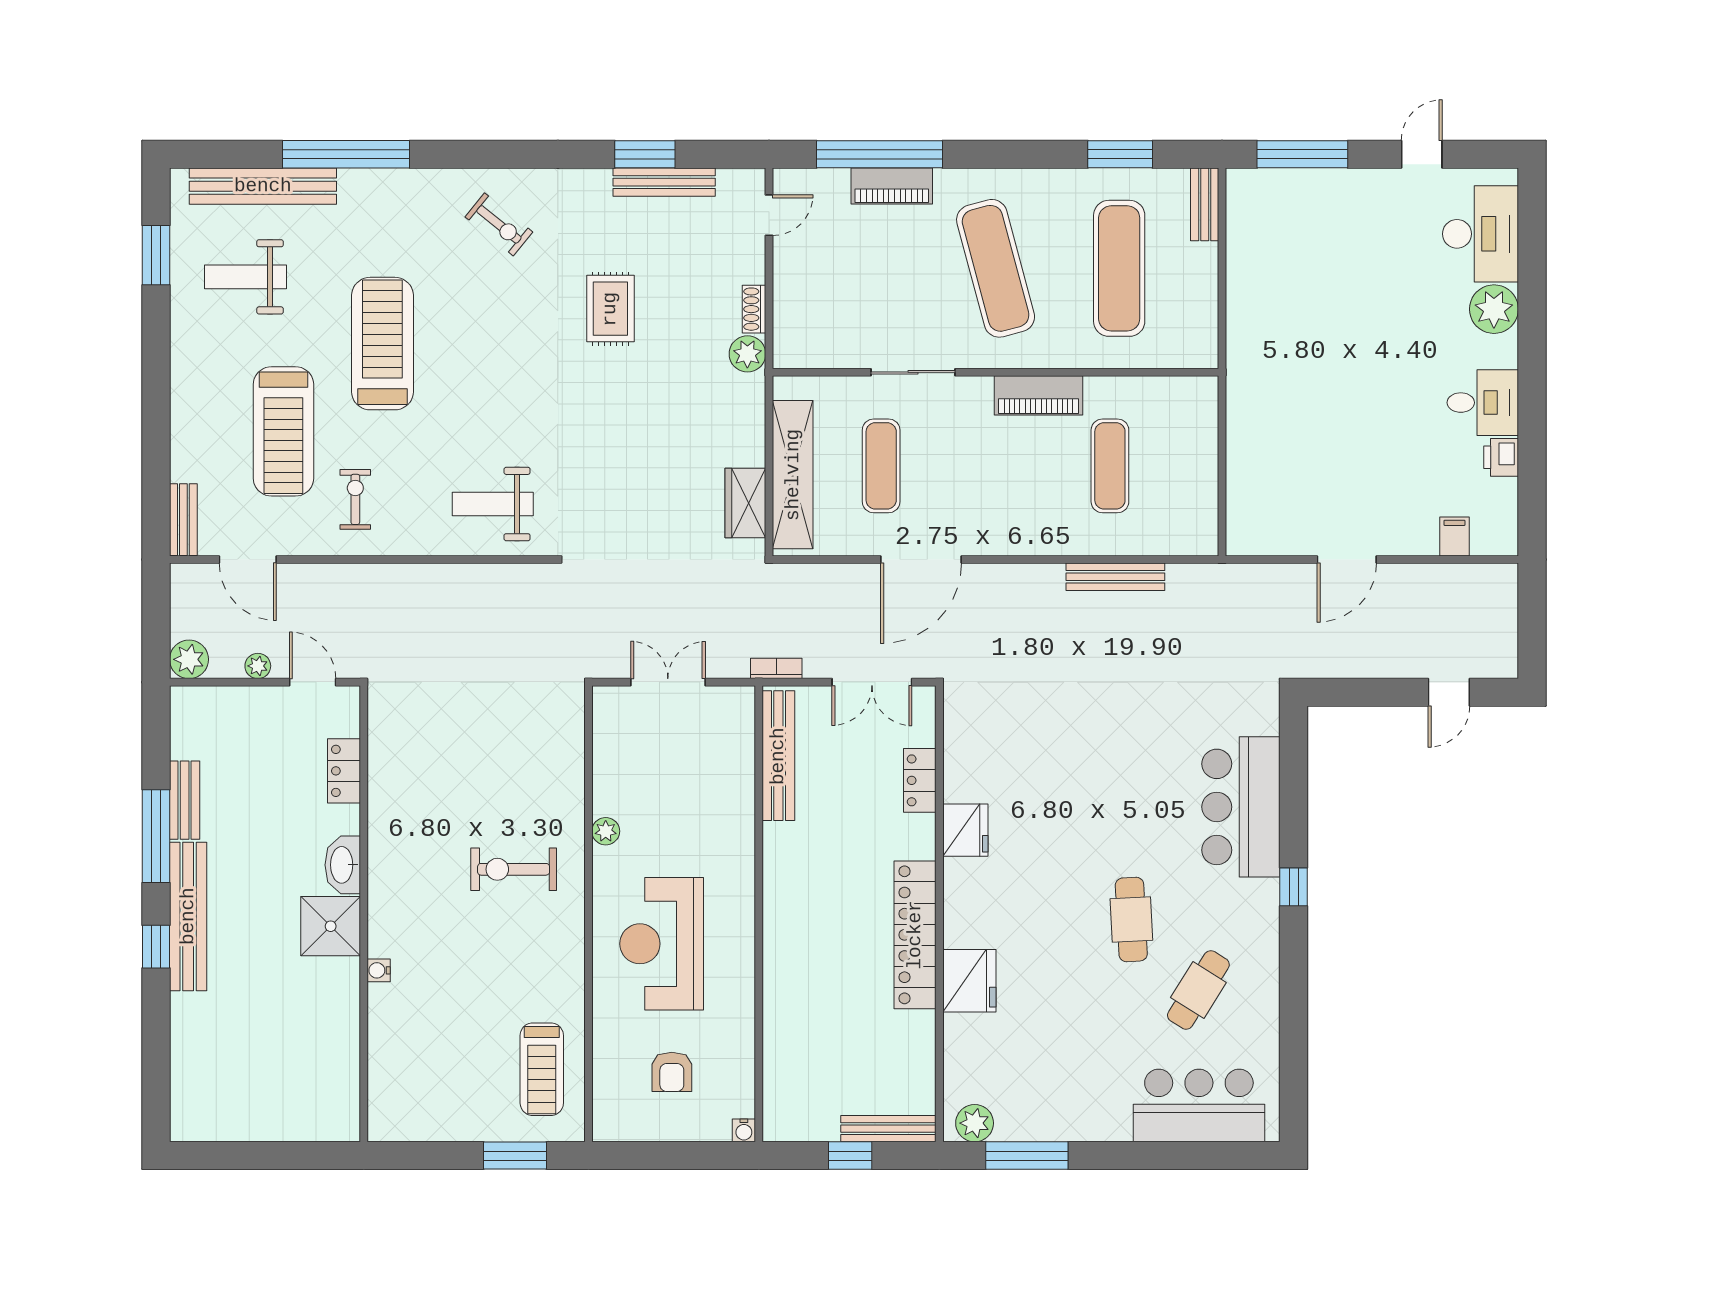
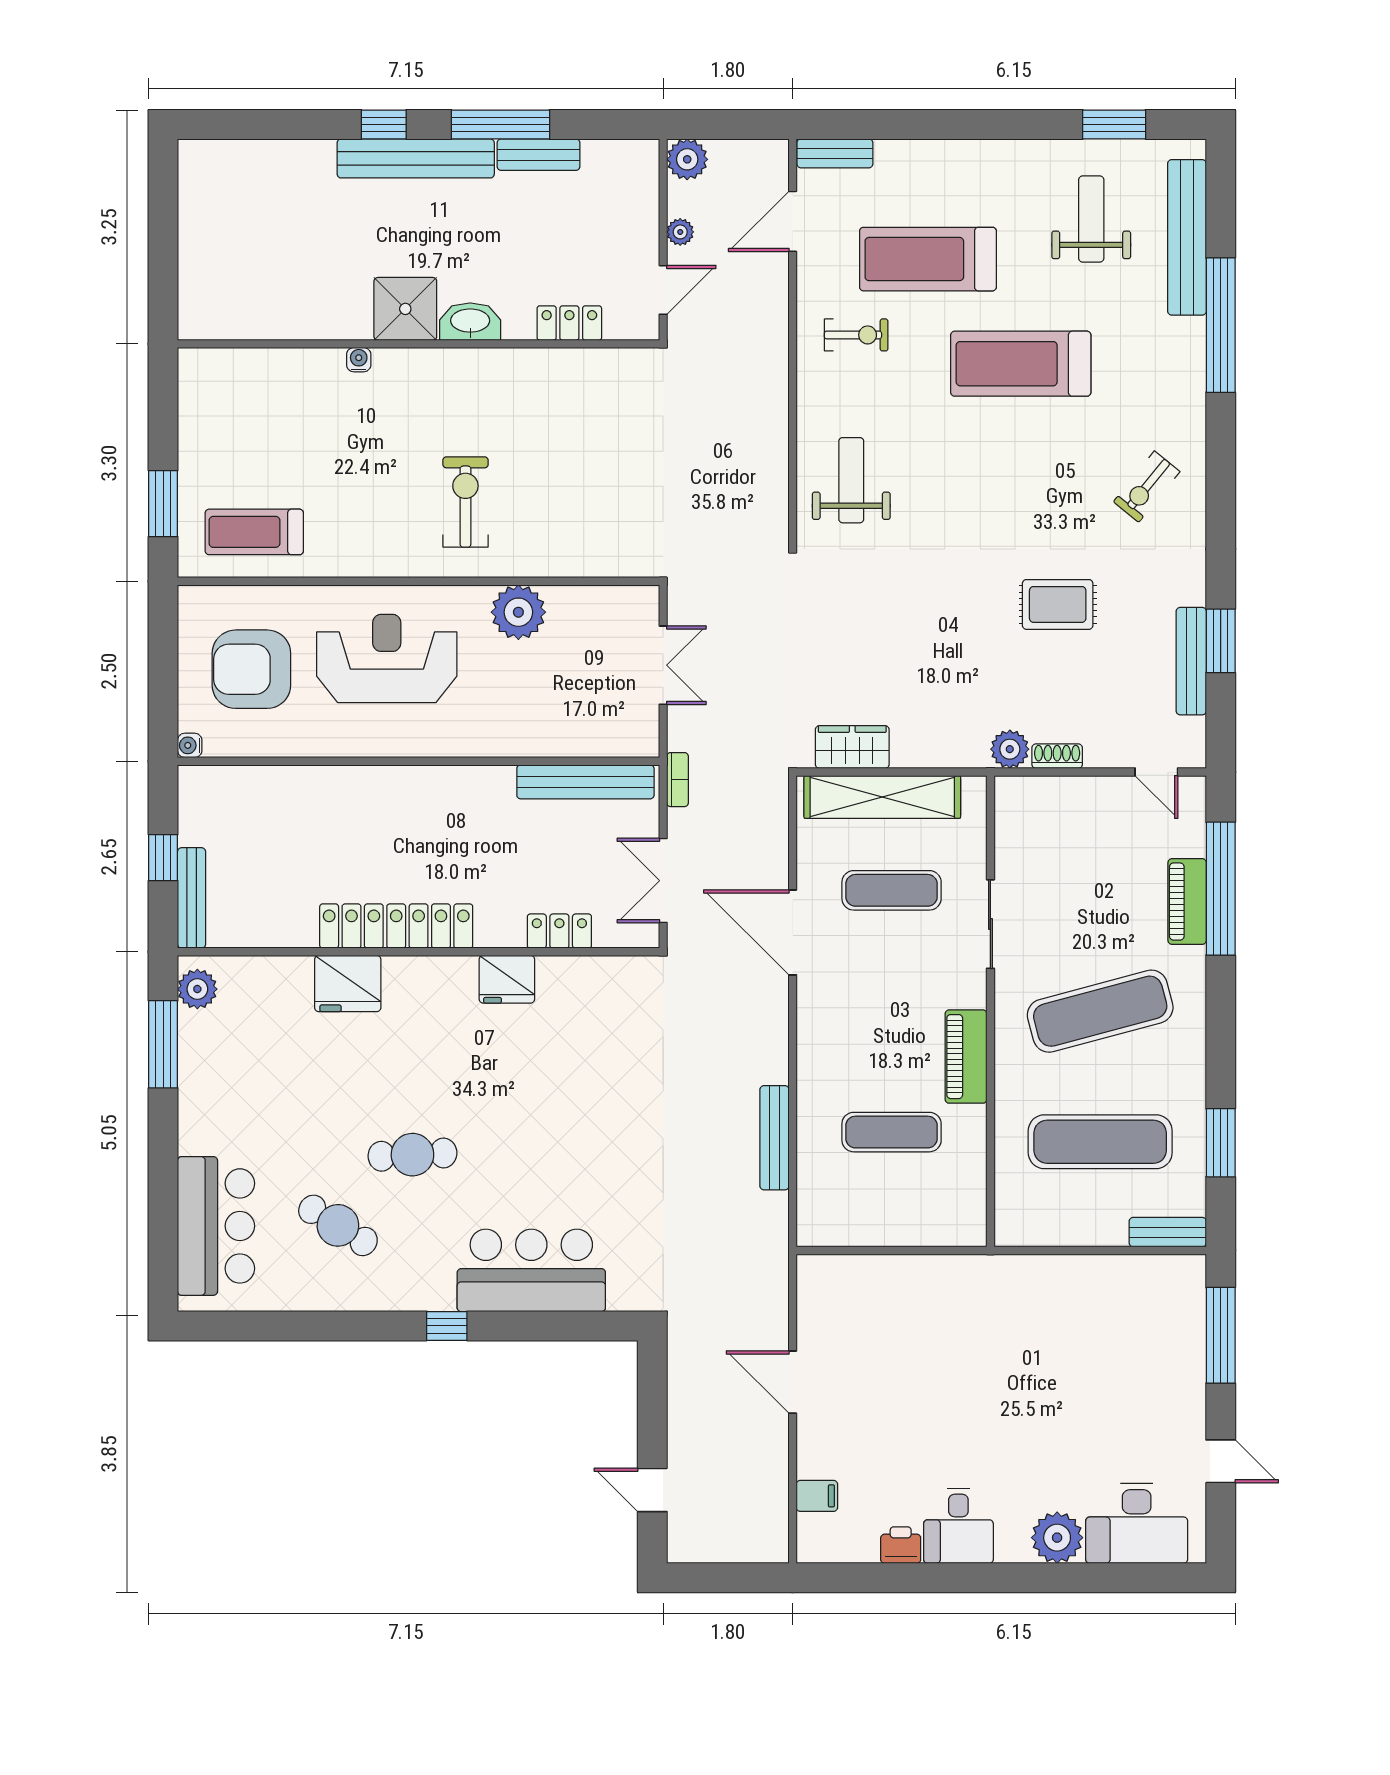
treadmill: (382, 344) -> (1021, 364), turned 180
plant: (606, 831) -> (518, 612), width x1.88, depth x1.88
armchair: (672, 1072) -> (251, 669), width x1.88, depth x1.88

